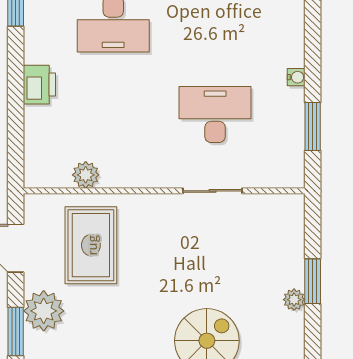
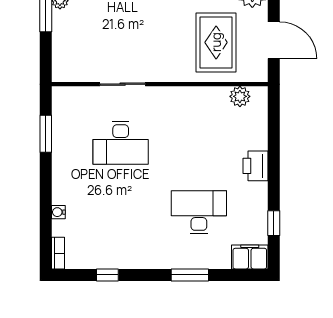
water cooler: (296, 77) -> (58, 212), moved
plant: (86, 175) -> (240, 96), moved

